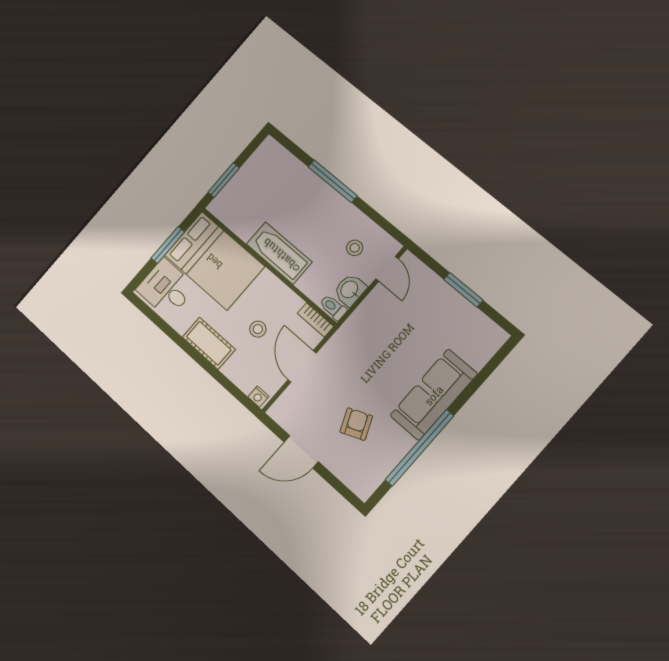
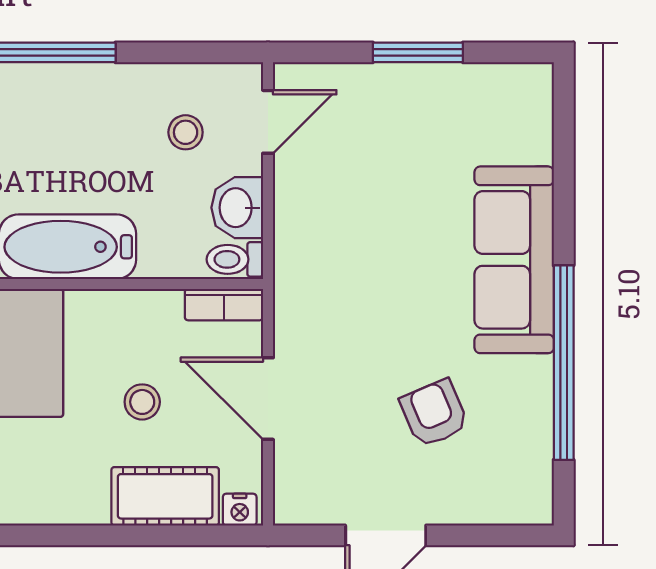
door: (387, 269) -> (268, 122), hinge flipped
cot: (209, 343) -> (165, 496), moved

